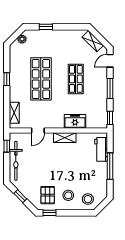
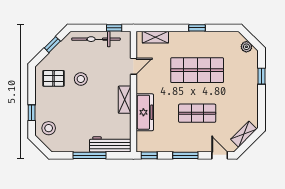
freezer: (75, 121) -> (145, 112), width x1.40
door: (38, 131) -> (133, 66), swing flipped
workbench: (101, 149) -> (110, 144), width x1.38
stool: (68, 195) -> (81, 79), moved
window: (49, 213) -> (32, 113), moved

